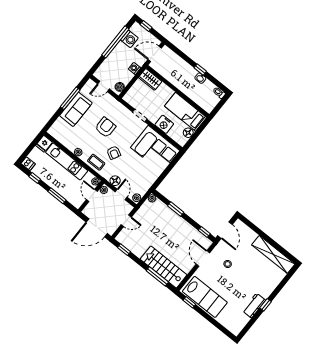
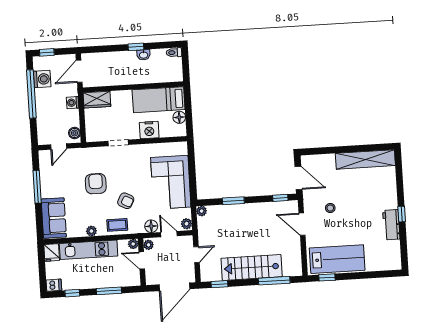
sofa: (76, 109) -> (54, 218), moved
corner sofa: (155, 149) -> (171, 182), moved, turned 90
stairs: (164, 267) -> (252, 268), moved

